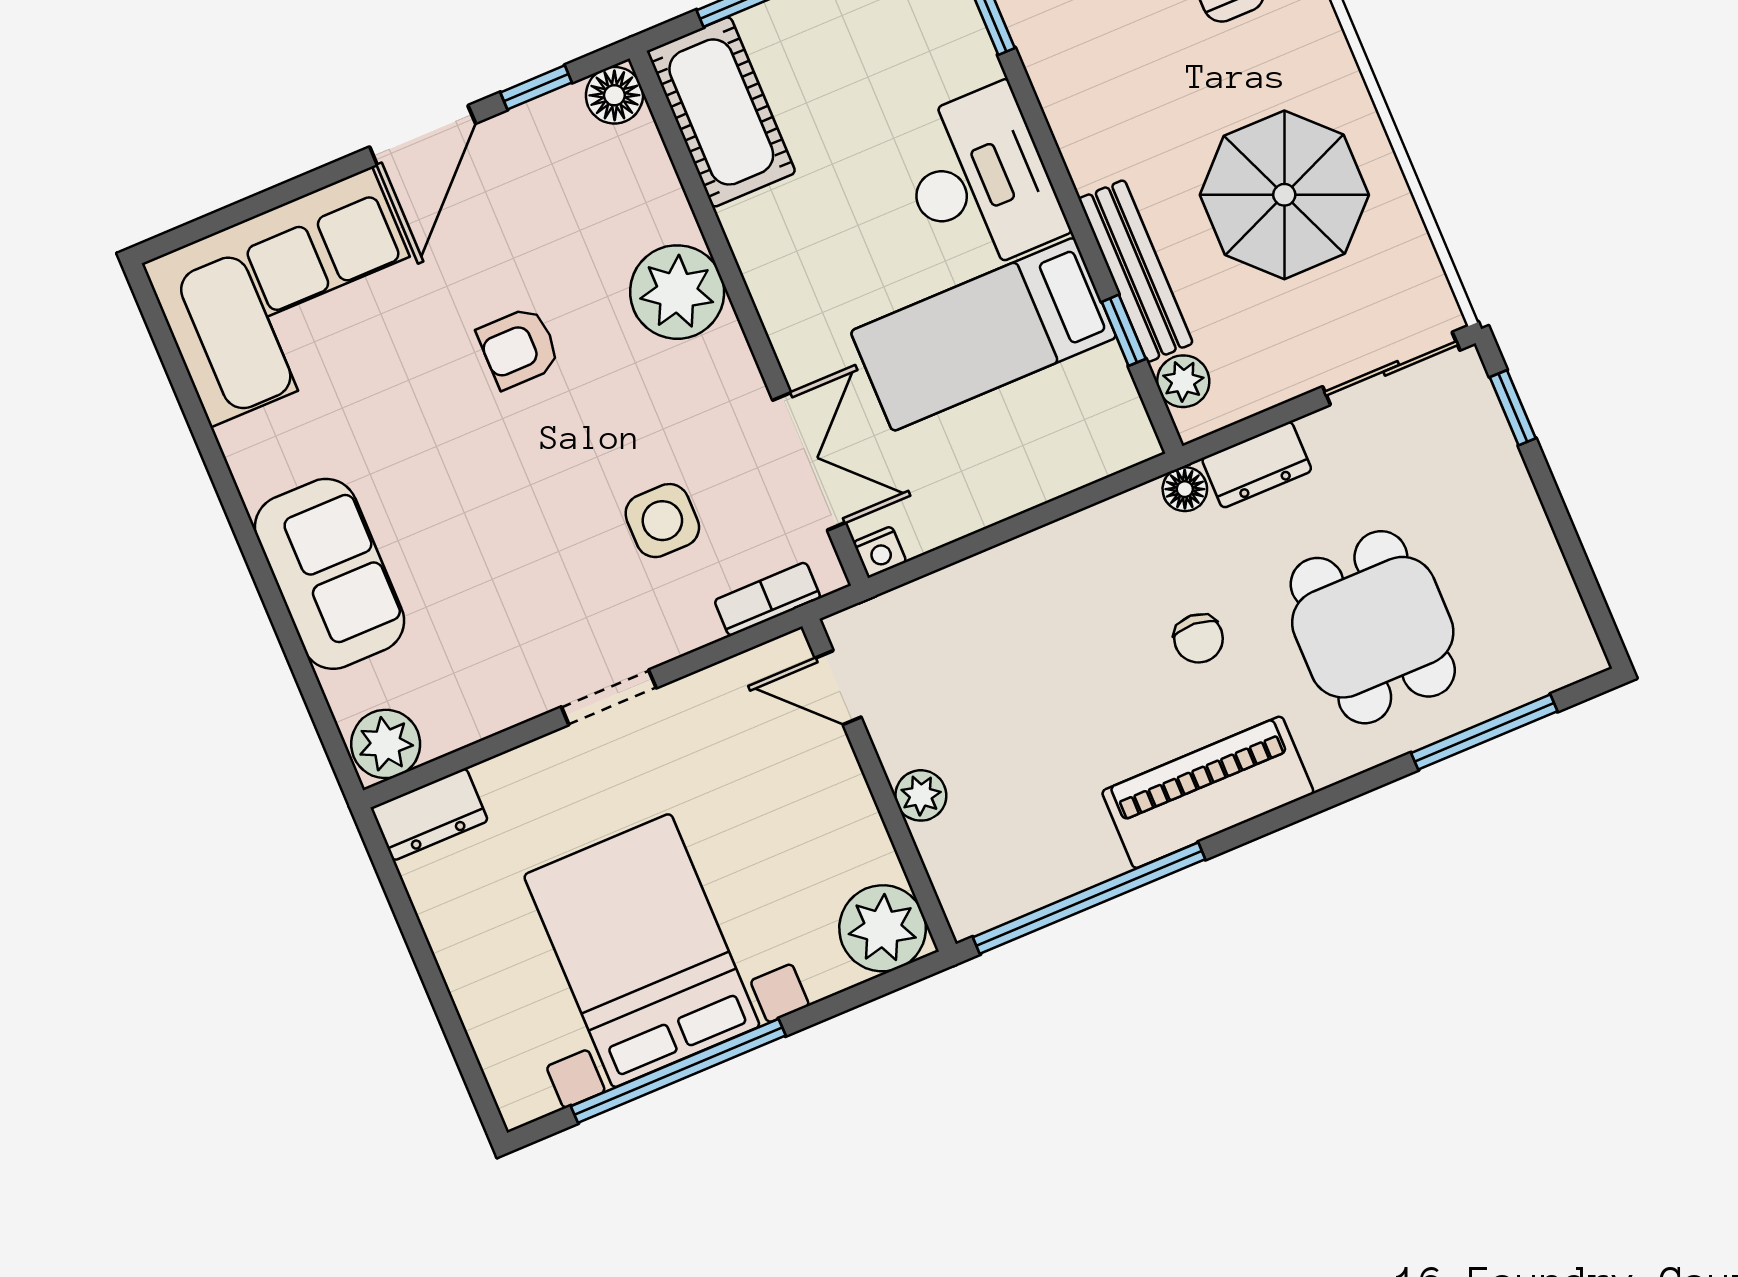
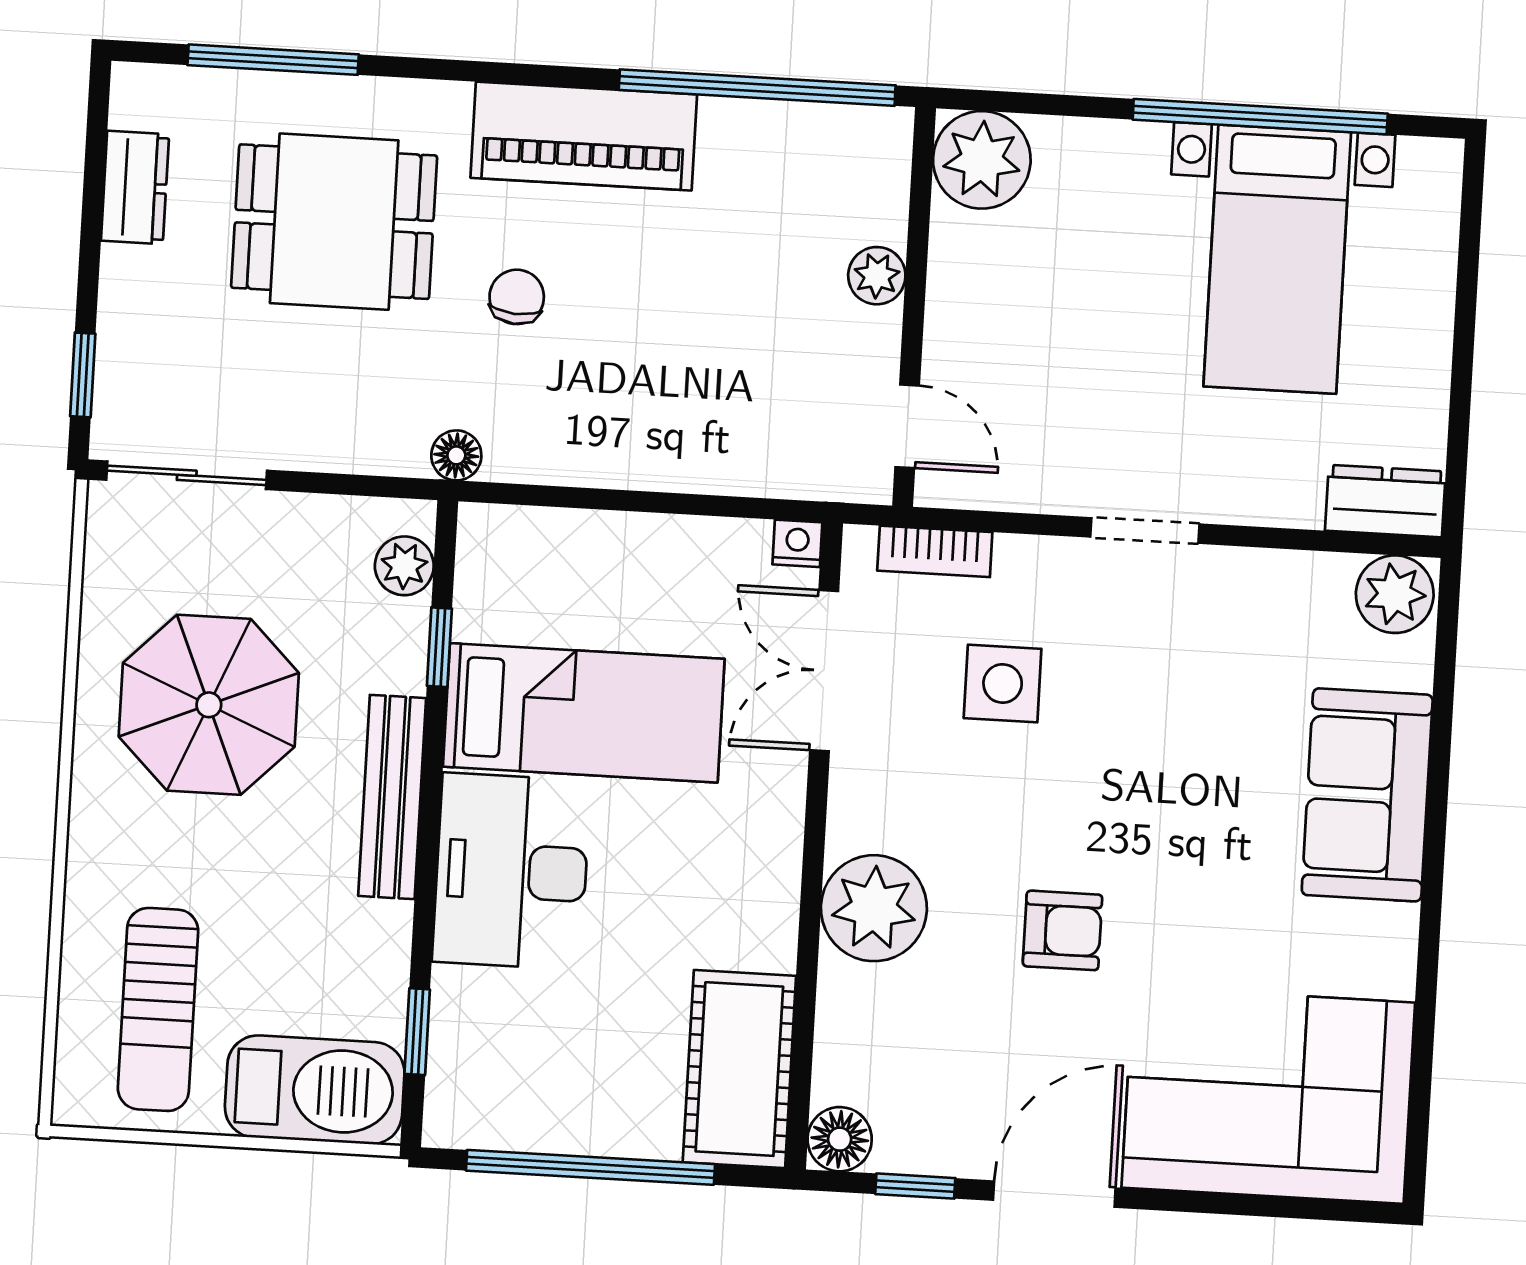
bench: (1136, 271) -> (392, 797), moved
dresser: (1257, 465) -> (135, 187), moved, turned 90
dining table: (1373, 627) -> (334, 222), turned 90
bed with nightstands: (642, 951) -> (1277, 259), width x0.73

